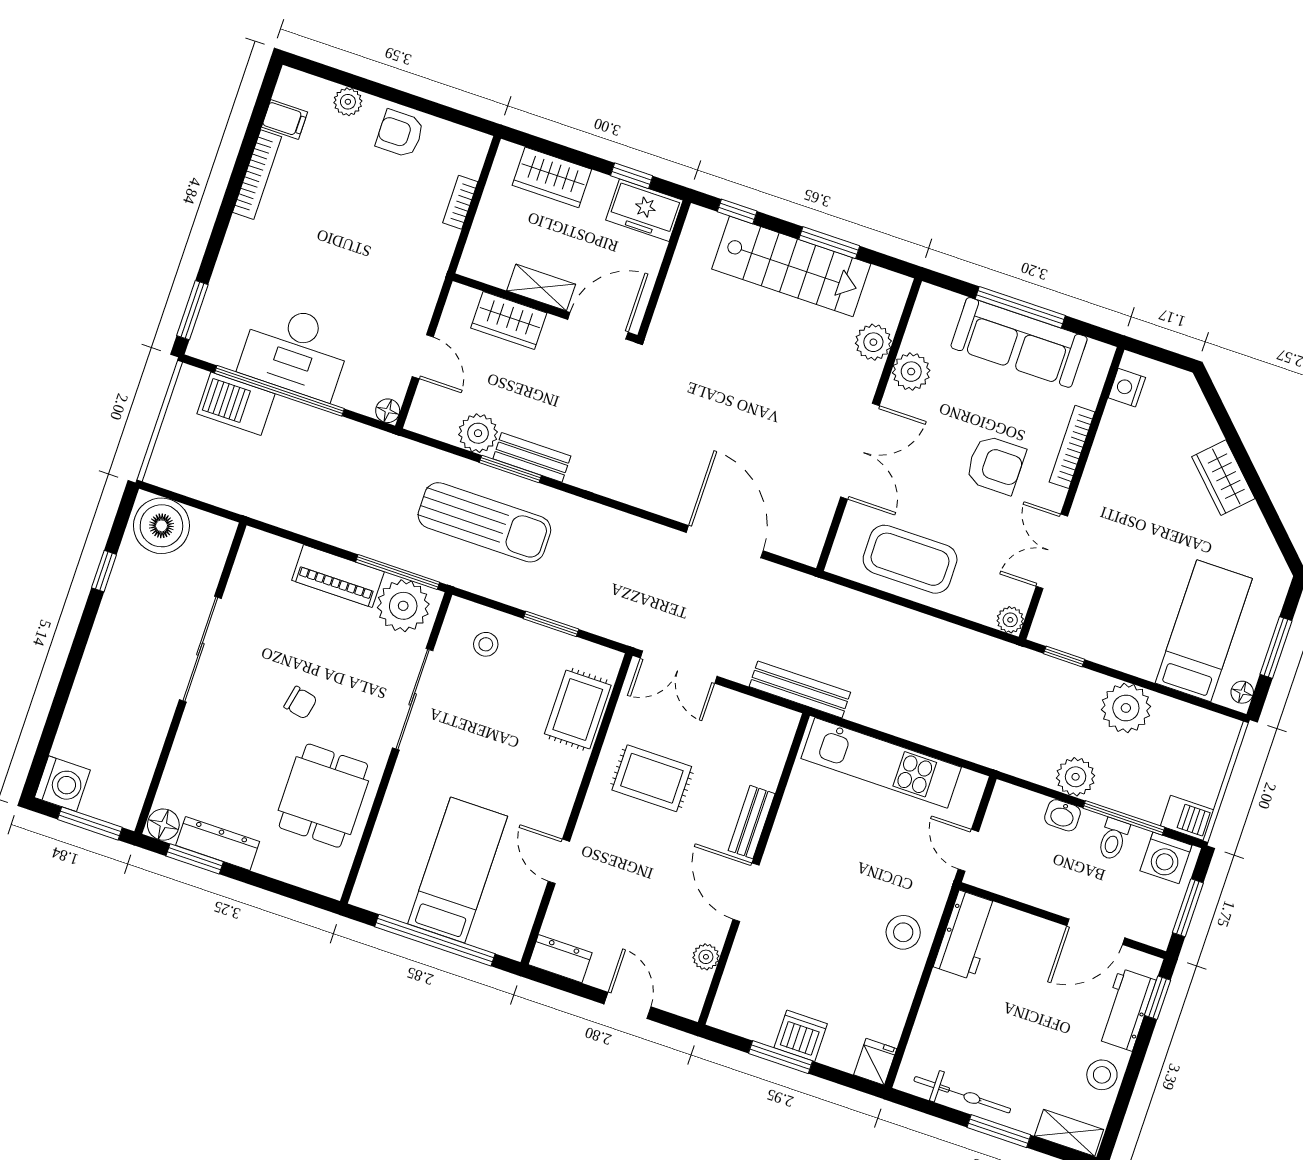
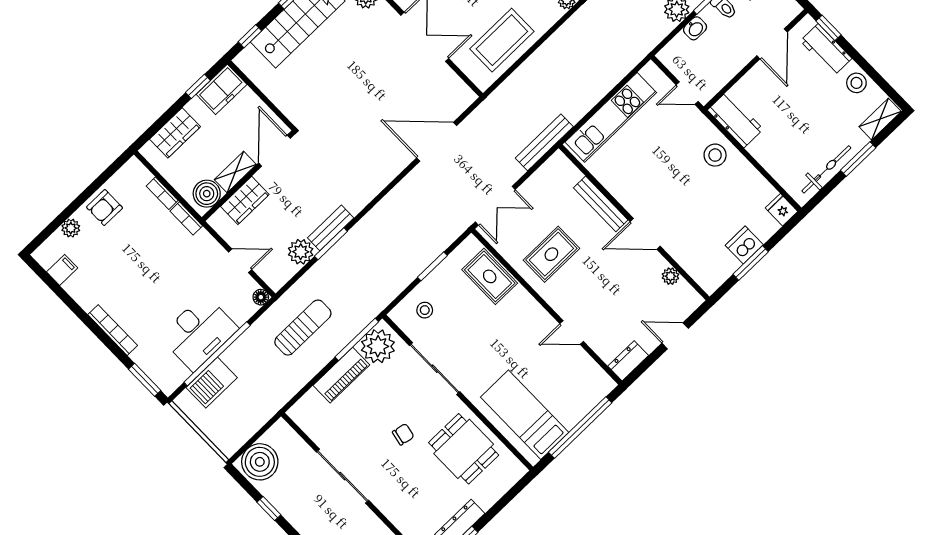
bookcase: (257, 175) -> (113, 330), moved
bookcase: (443, 253) -> (186, 218), added
boiler: (491, 264) -> (207, 194), added
sun lounger: (484, 522) -> (303, 328), moved, width x0.73, depth x0.75
bench: (752, 822) -> (601, 204), width x1.36
bed: (458, 870) -> (525, 415), moved

